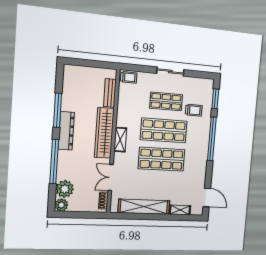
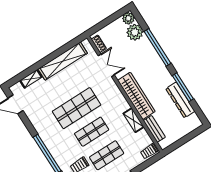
shop shelf: (164, 130) -> (92, 132), width x0.70, depth x0.74
dresser: (66, 131) -> (180, 100), moved
shelving: (120, 140) -> (134, 120), moved

